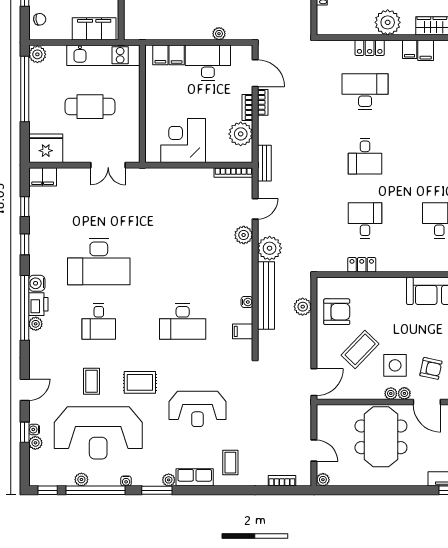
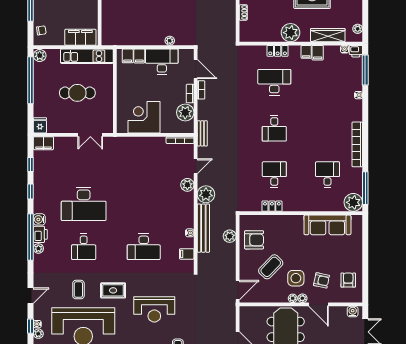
fridge: (46, 148) -> (40, 125), width x0.53, depth x0.75

